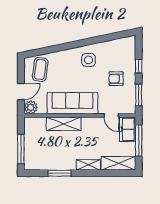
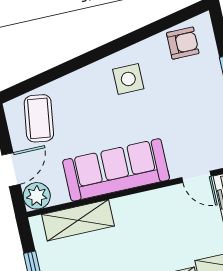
armchair: (116, 79) -> (183, 43), moved, turned 180
shelving: (64, 124) -> (78, 220), moved

